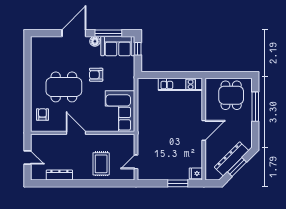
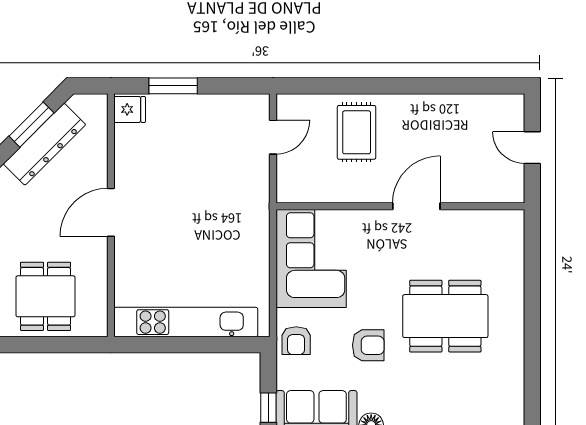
kitchen unit: (180, 84) -> (186, 322), width x1.36
armchair: (42, 115) -> (296, 341), moved
door: (76, 133) -> (416, 206), swing flipped
dresser: (59, 175) -> (456, 106), removed

